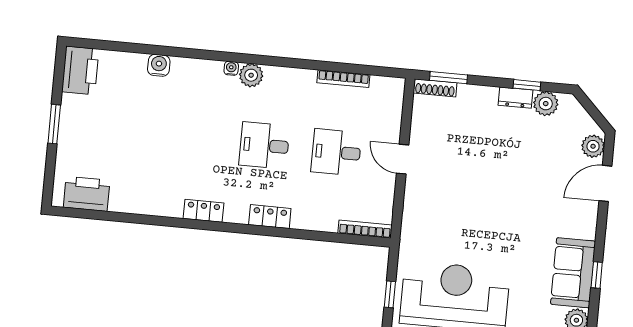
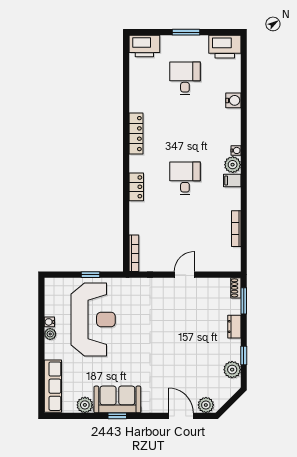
filing cabinet: (274, 78) -> (232, 181), added
shoe rack: (435, 88) -> (236, 288), width x0.70
dresser: (515, 98) -> (234, 327), moved
desk: (336, 152) -> (185, 78), moved
printer: (87, 194) -> (144, 46), moved, turned 90
locker: (203, 211) -> (136, 134), width x1.53

